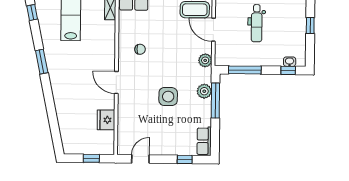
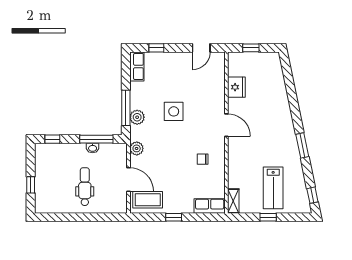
washbasin: (290, 62) -> (93, 148), moved

